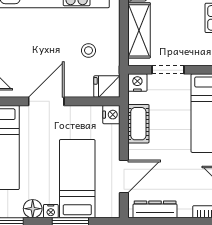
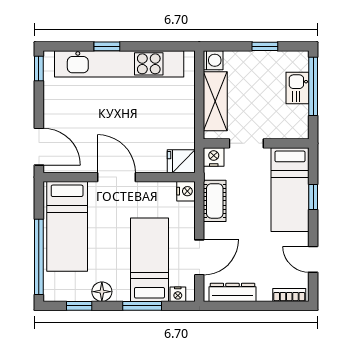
stool: (88, 50) -> (161, 123), removed
door: (46, 101) -> (116, 177), hinge flipped
nightstand: (51, 211) -> (178, 294), moved

